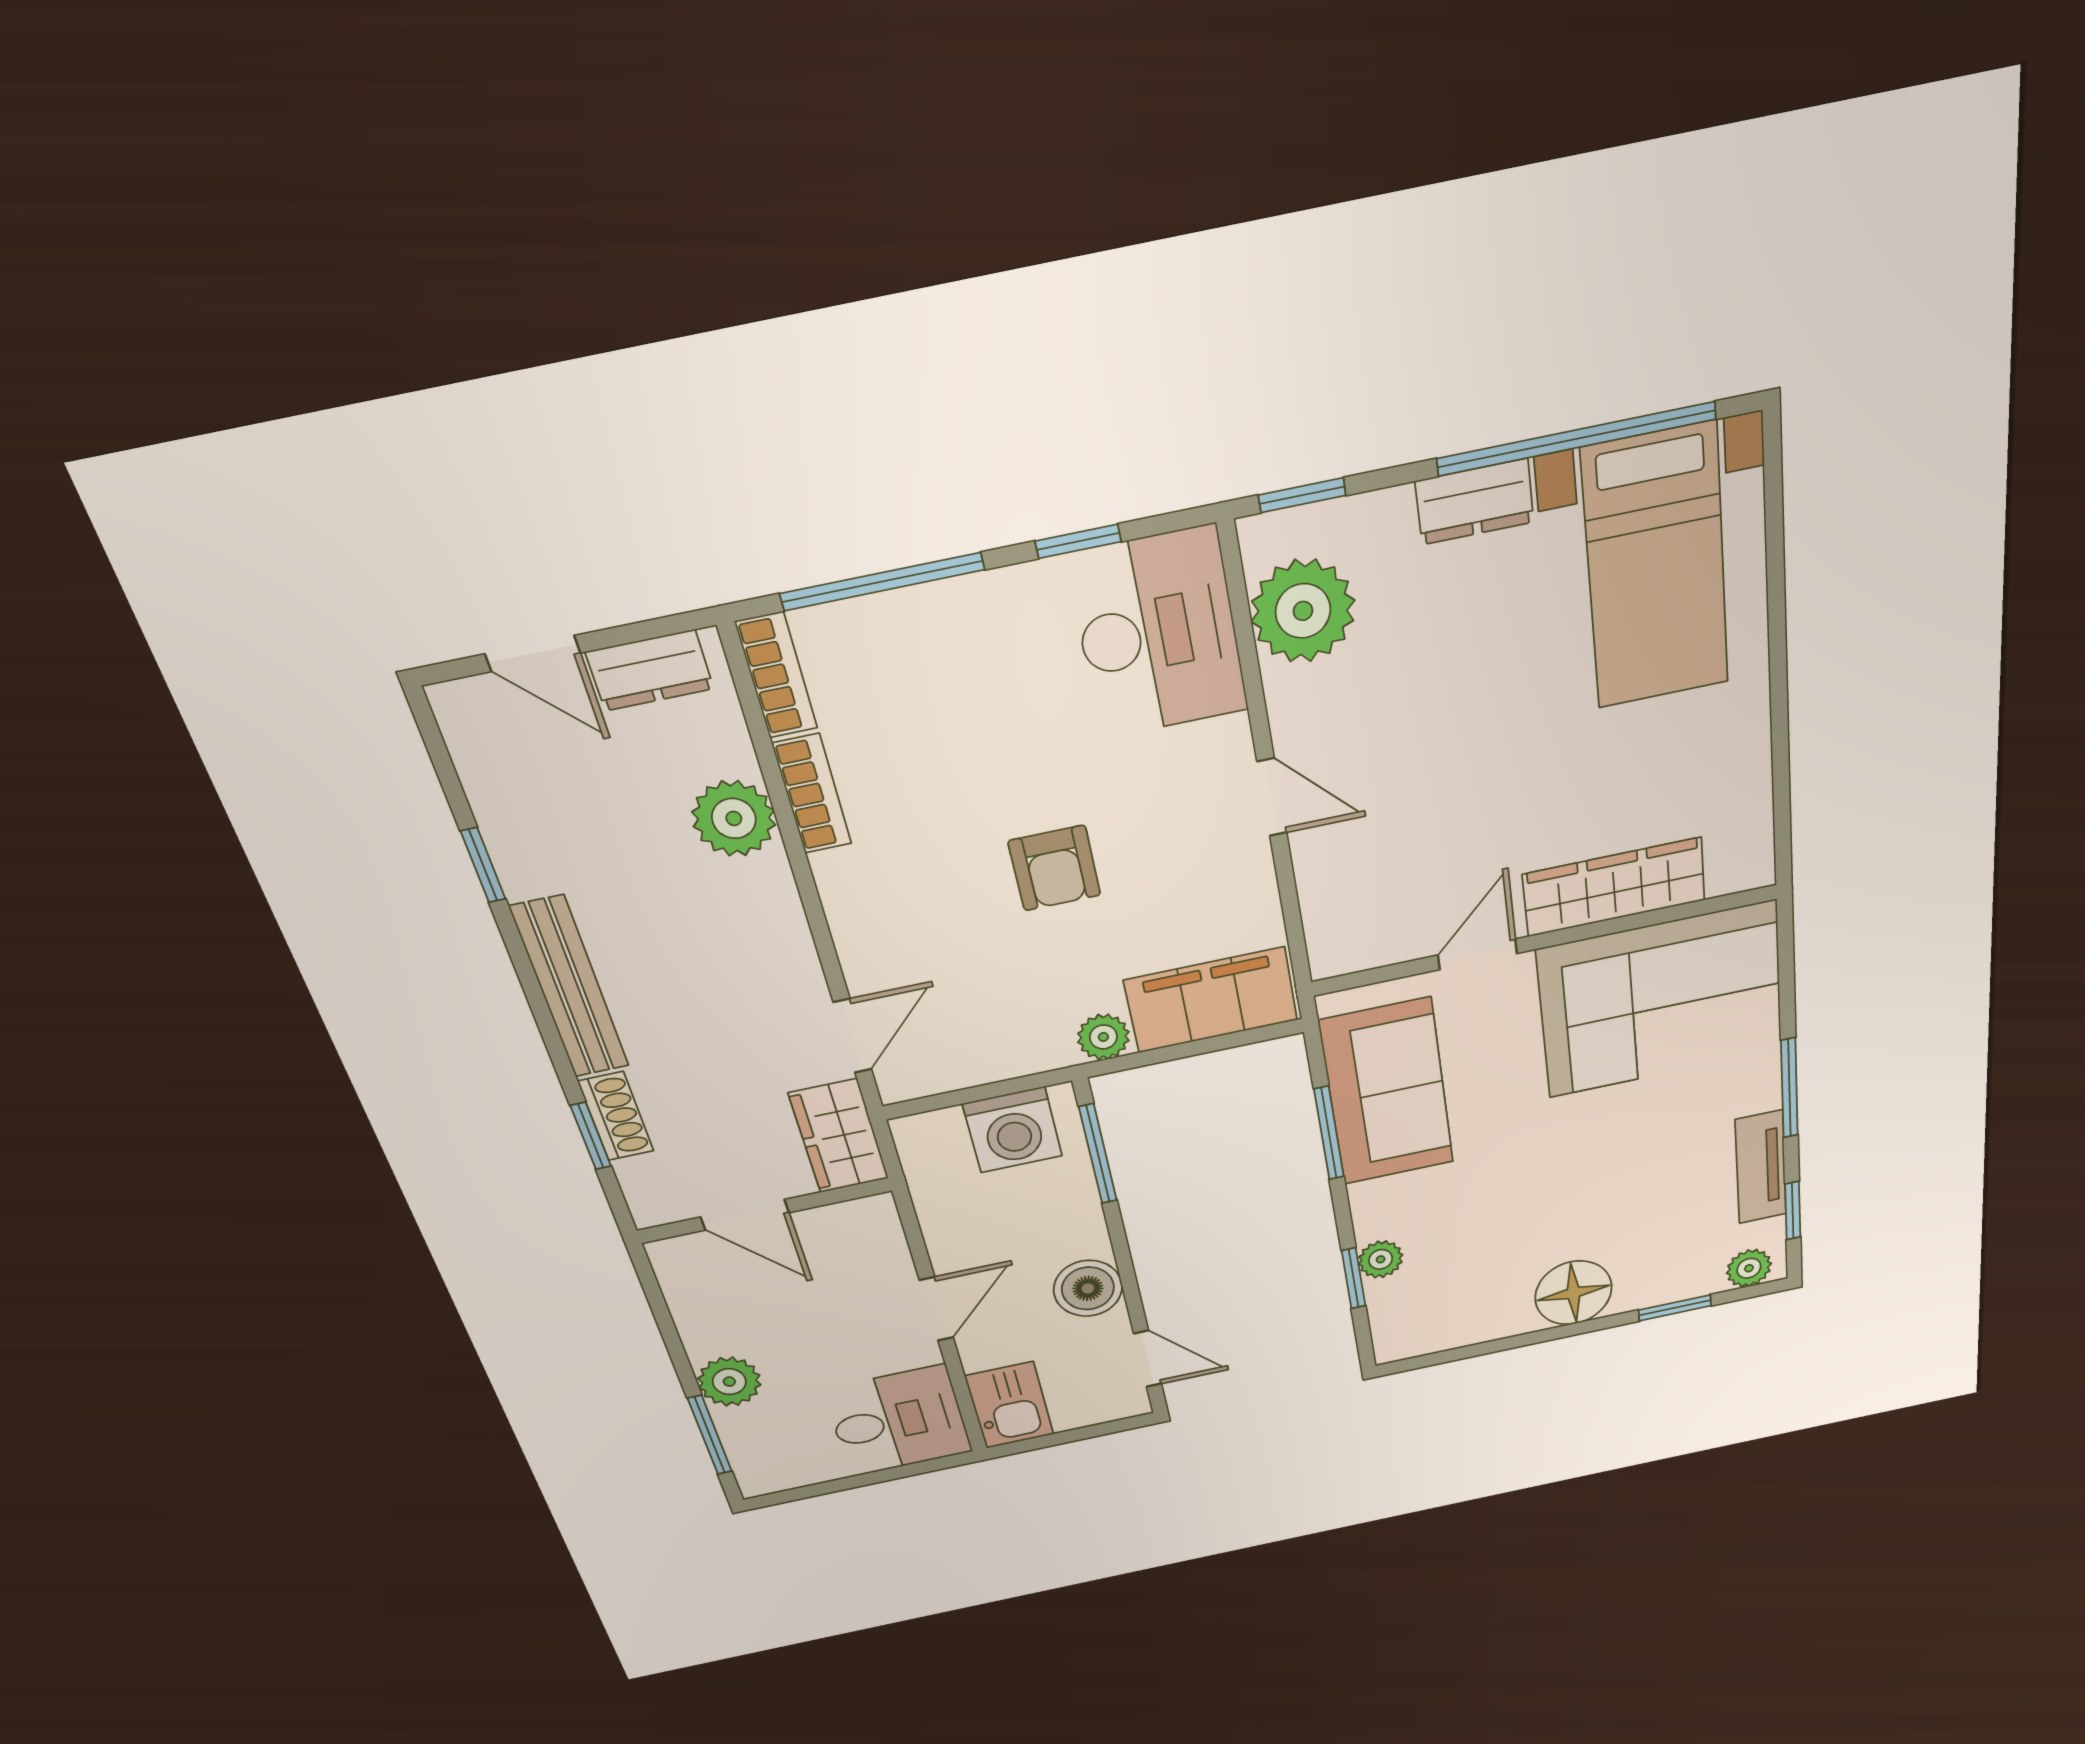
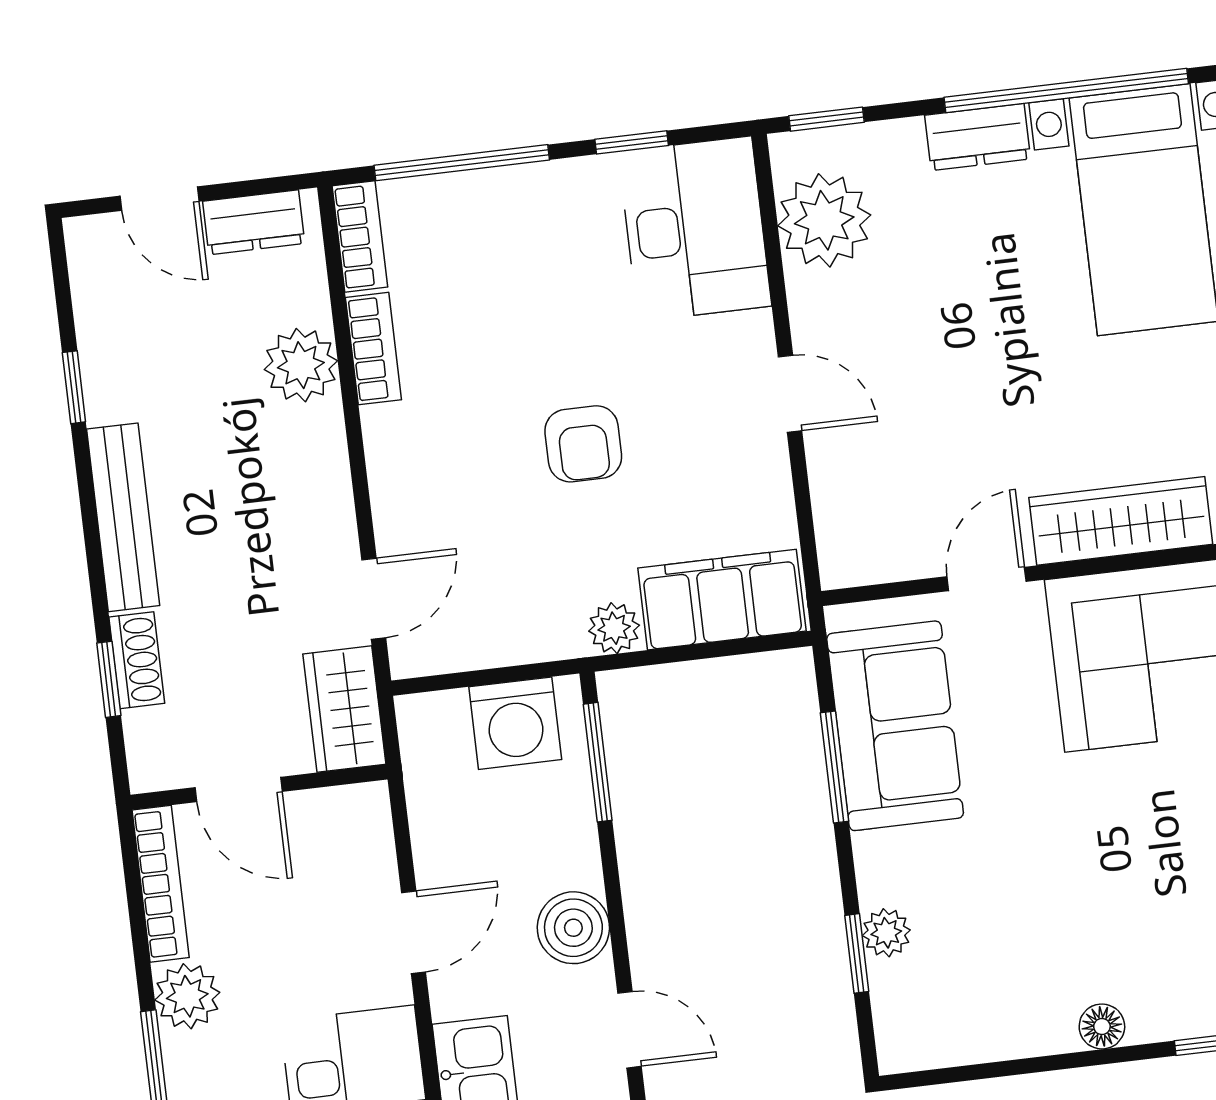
floor lamp: (1573, 1293) -> (1102, 1026), width x0.53, depth x0.53
bookcase: (684, 1299) -> (161, 884), added

